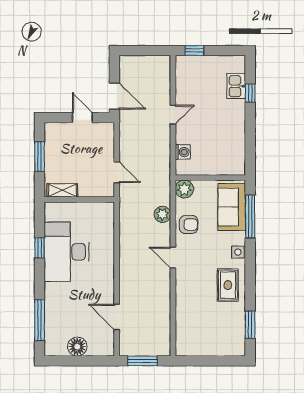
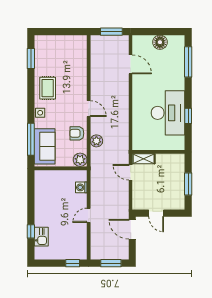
window: (143, 51) -> (111, 263), added
shelving: (62, 190) -> (144, 159), moved

